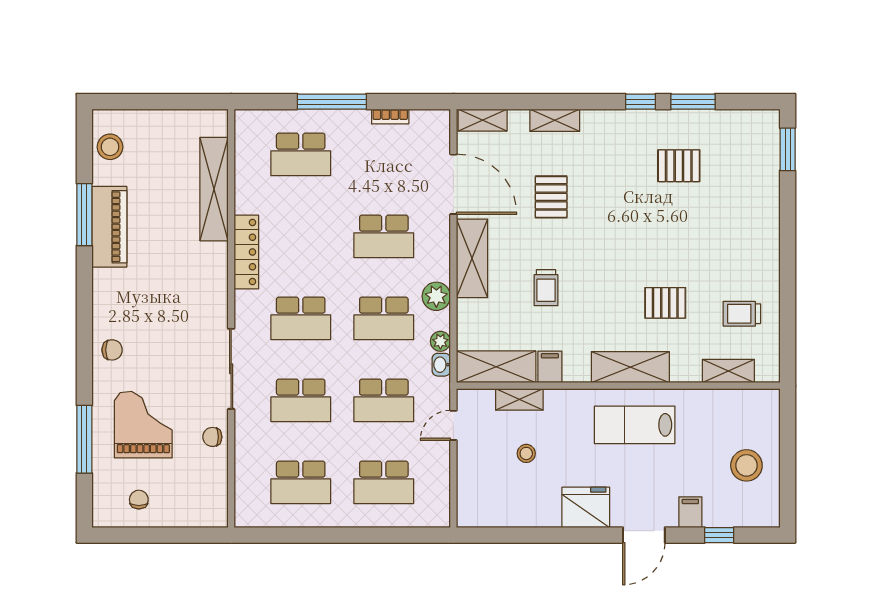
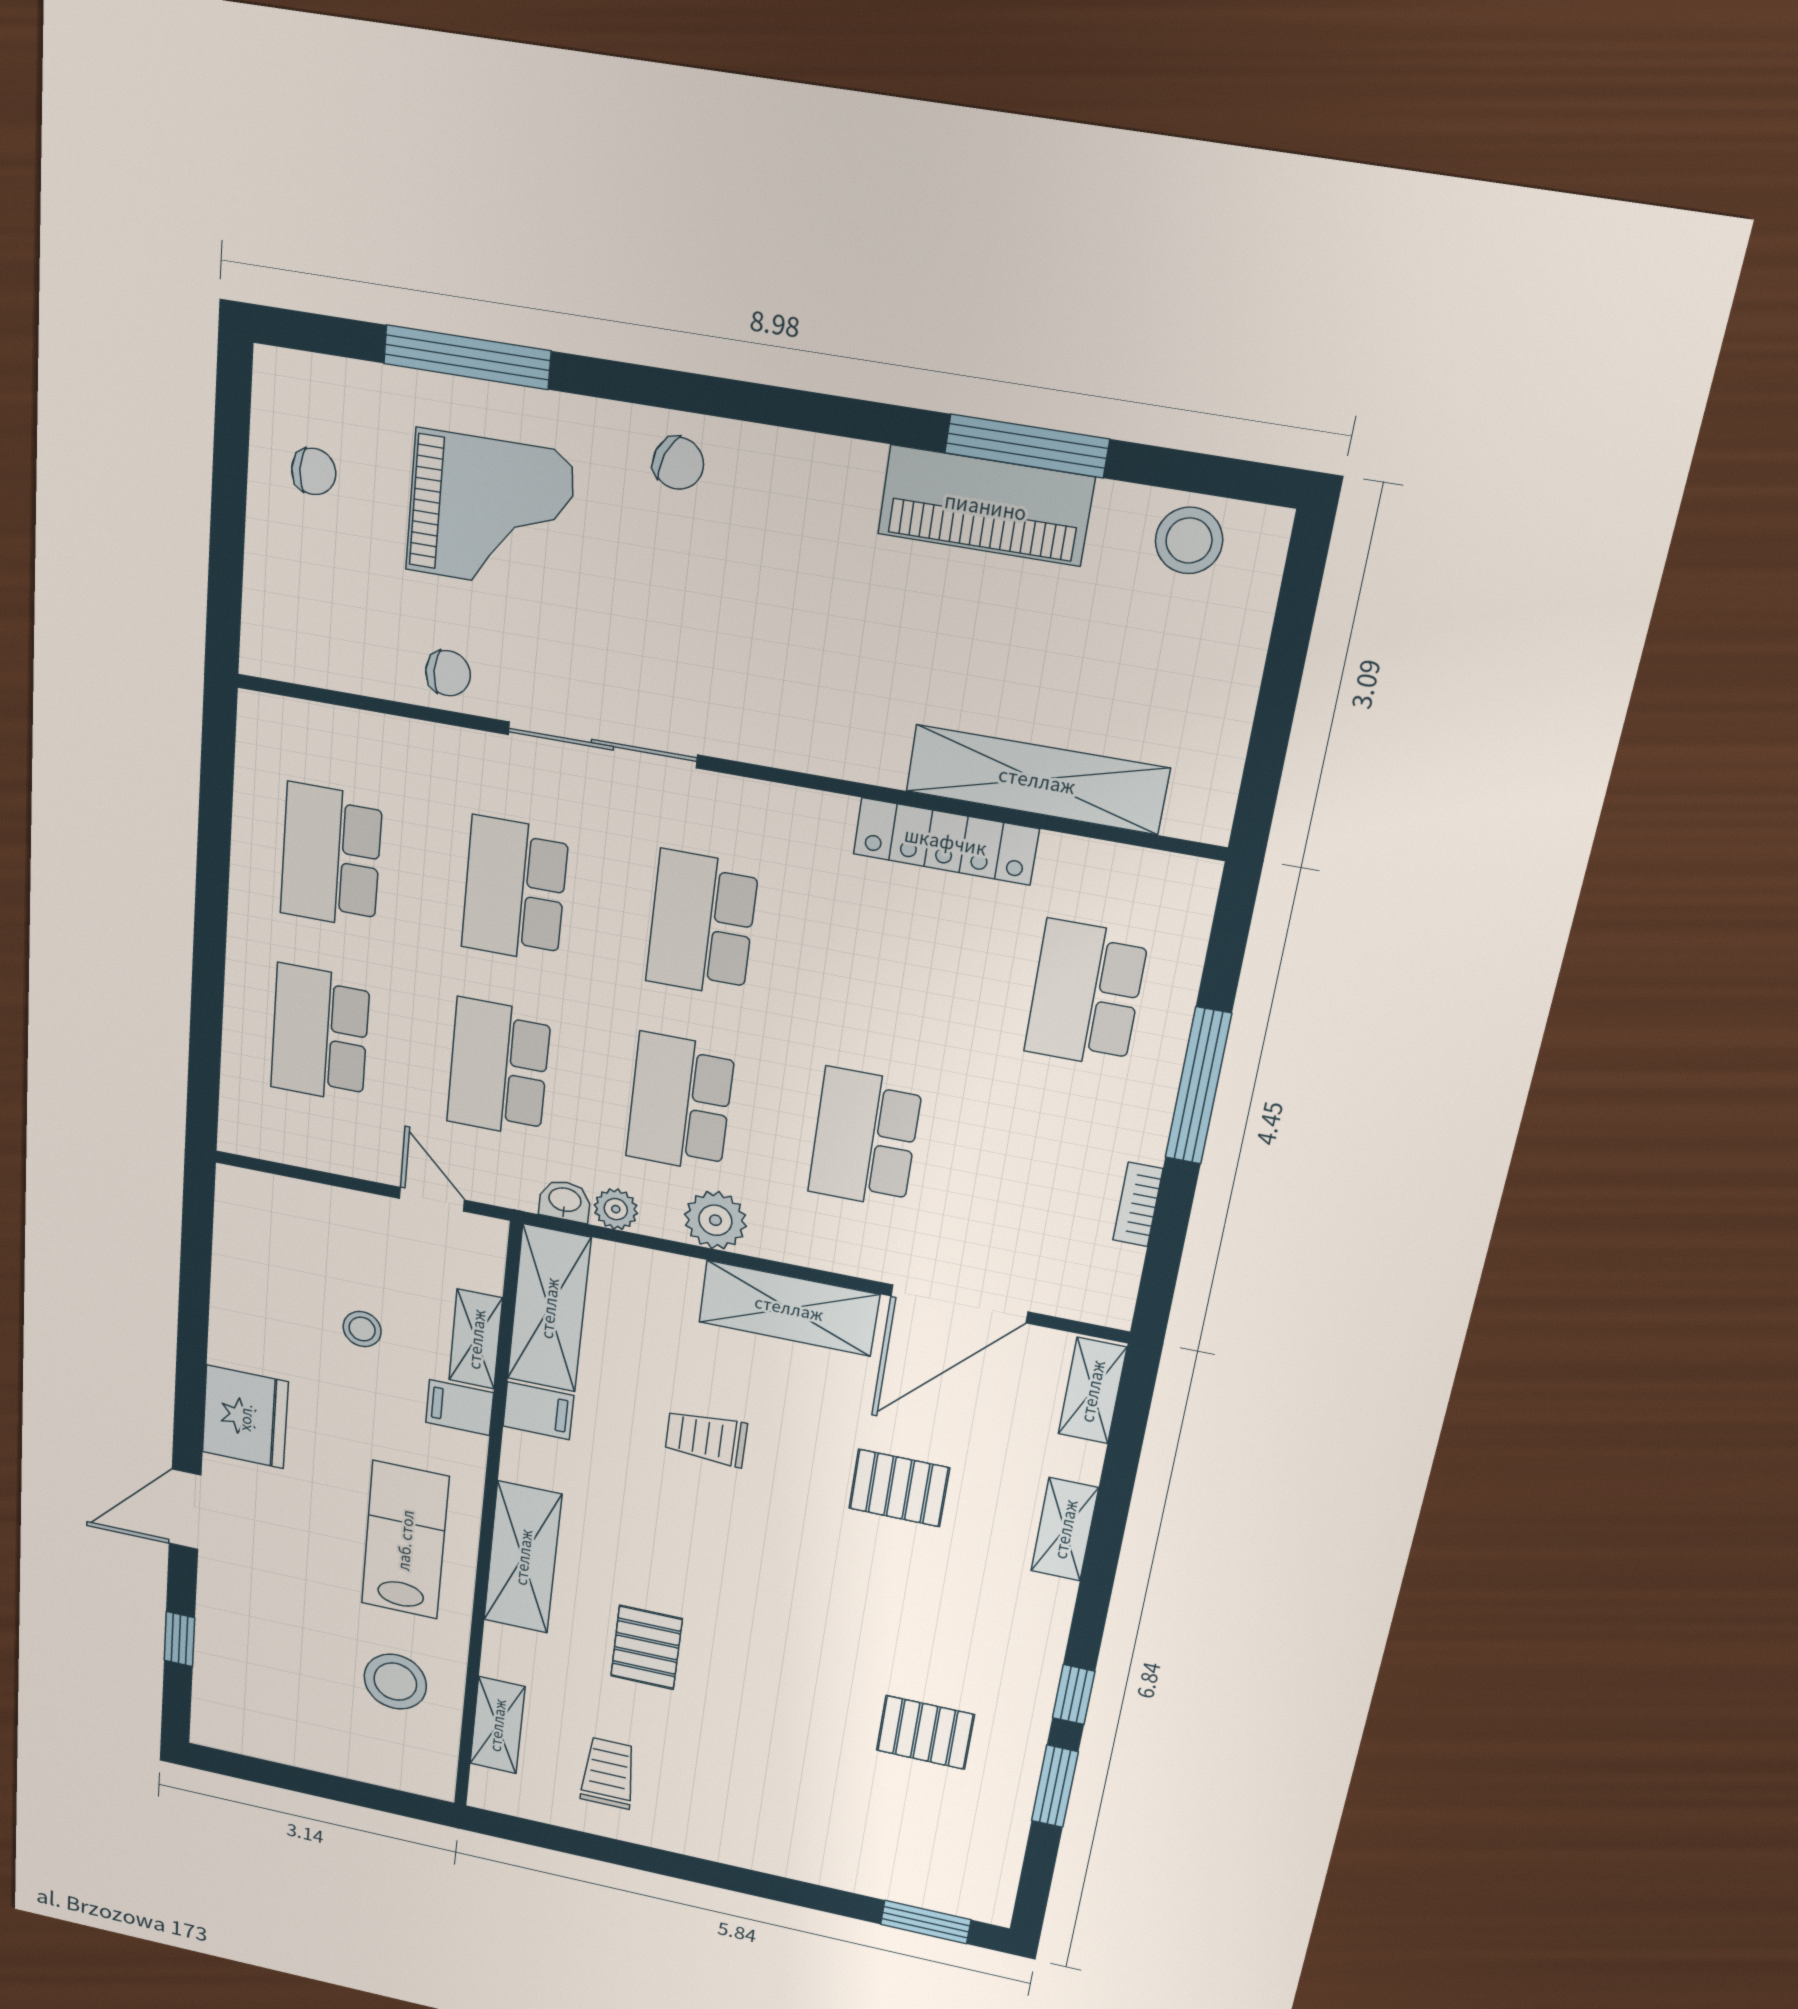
pallet: (679, 166) -> (925, 1732), turned 90
locker: (246, 252) -> (946, 841), moved
chair: (112, 350) -> (678, 463), turned -68
chair: (212, 437) -> (448, 673), turned 90
stool: (746, 465) -> (395, 1682), moved
filing cabinet: (690, 512) -> (460, 1408), moved, turned 180
door: (644, 535) -> (185, 1509), hinge flipped

